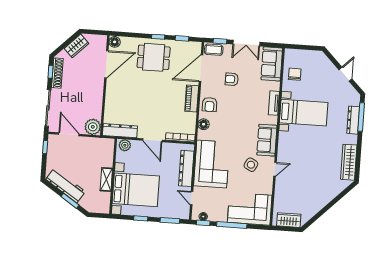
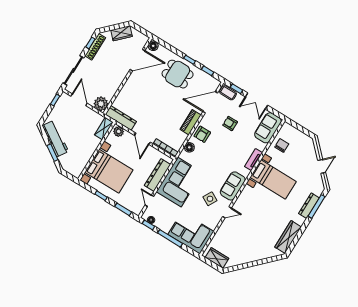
shelving: (106, 179) -> (104, 128), moved

